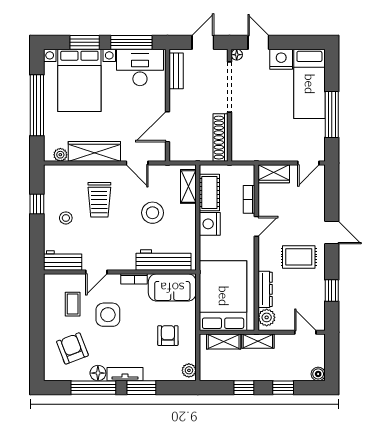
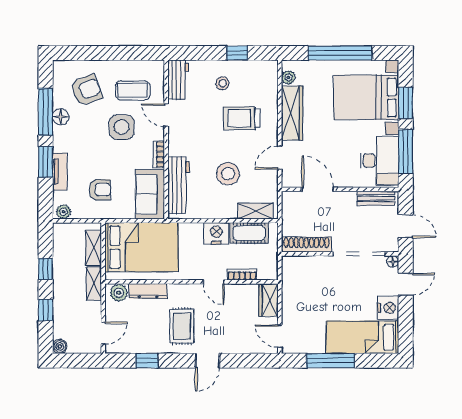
coffee table: (73, 304) -> (133, 90), width x1.36, depth x1.30
tv unit: (125, 374) -> (60, 172), moved

